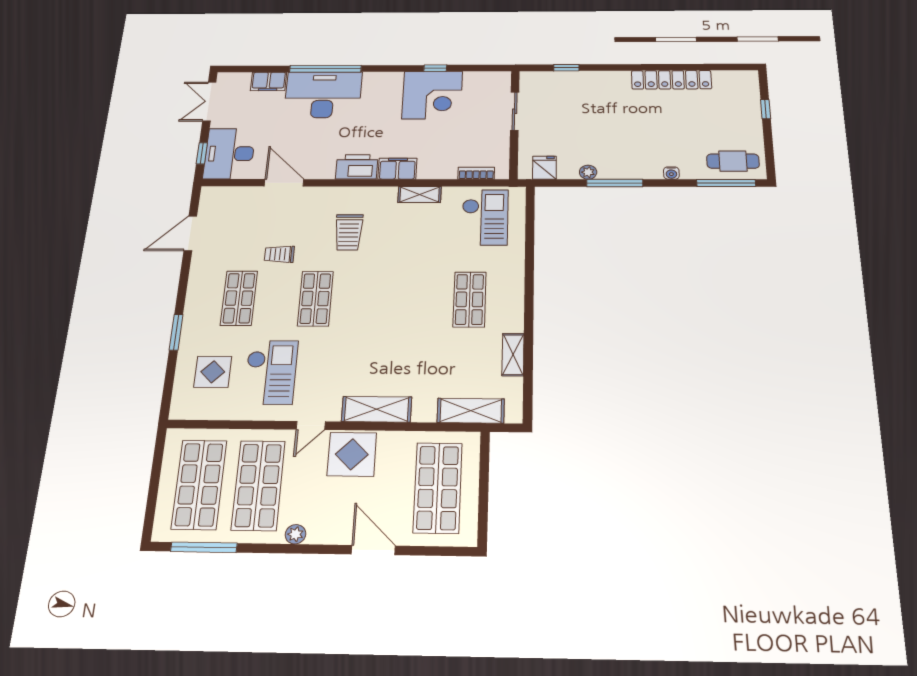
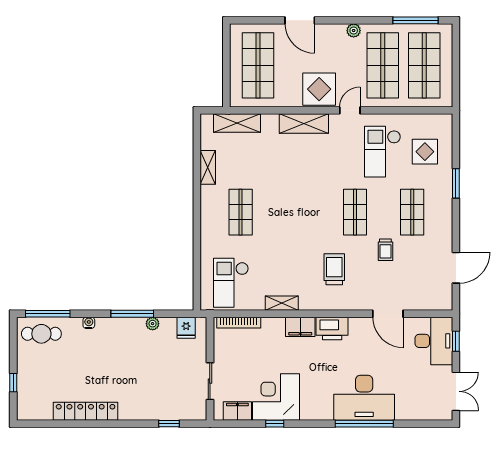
filing cabinet: (269, 81) -> (237, 411), moved
bookcase: (476, 173) -> (239, 323), width x1.56
trolley: (279, 254) -> (385, 250), turned 90

